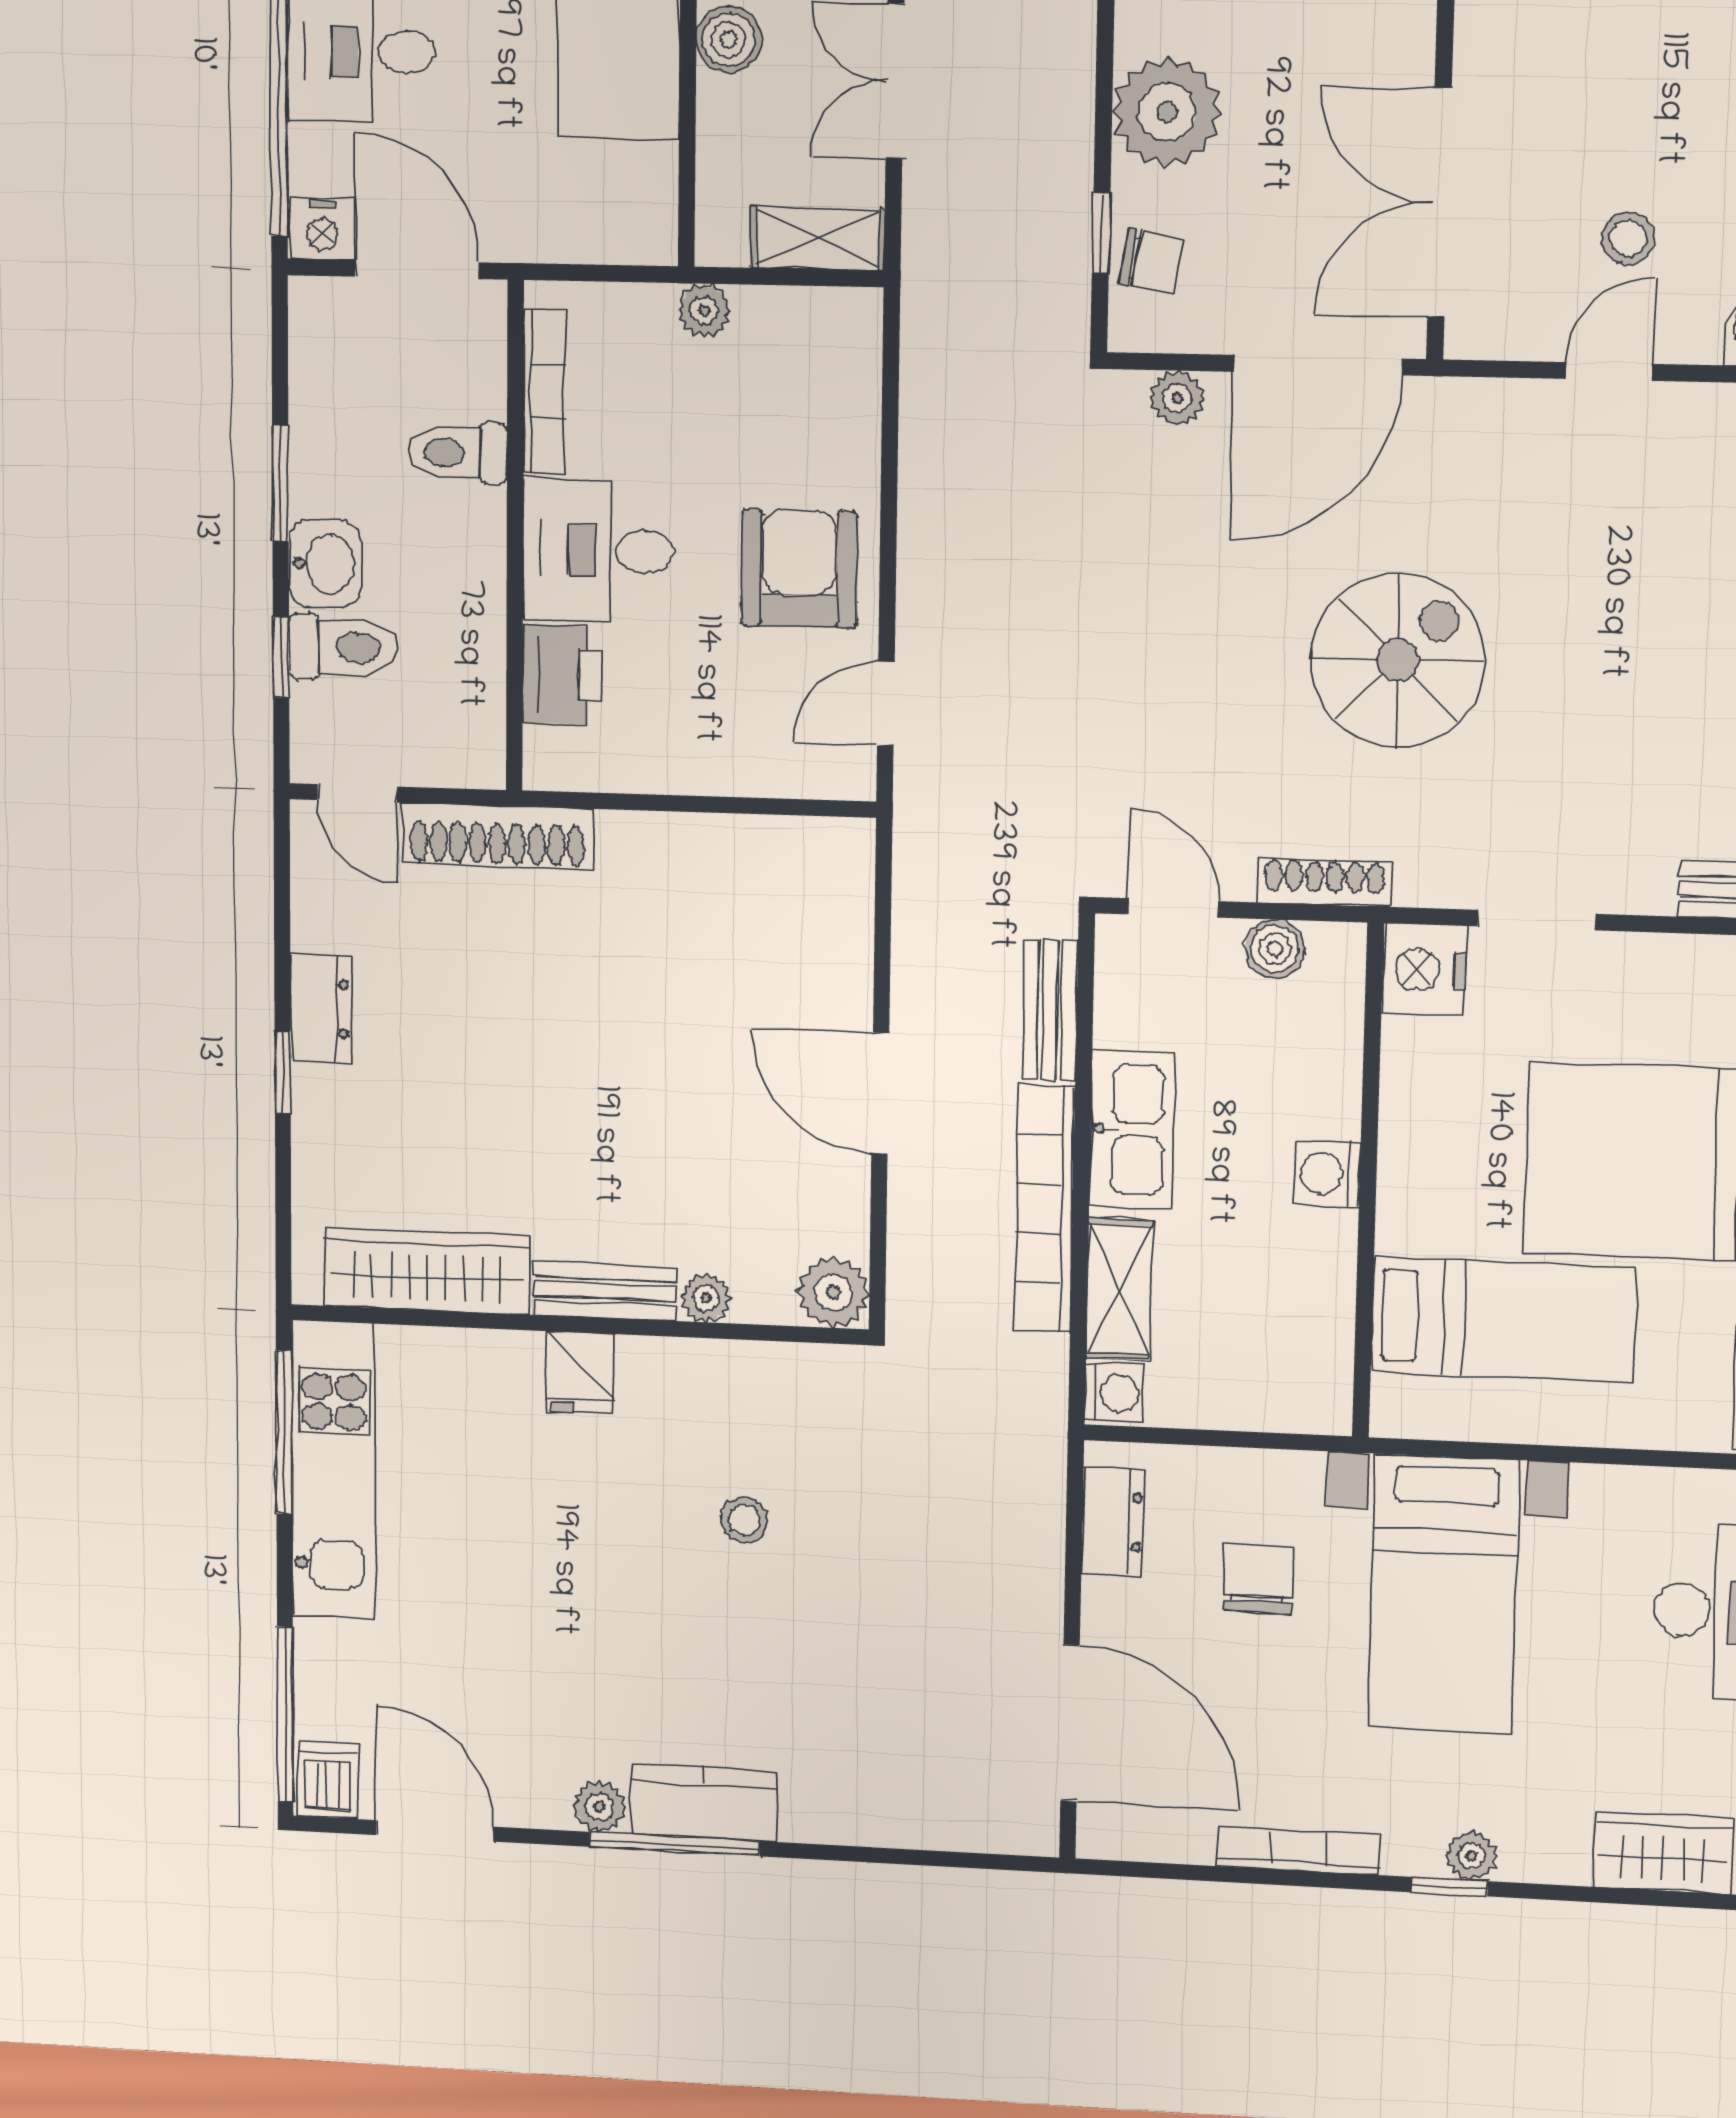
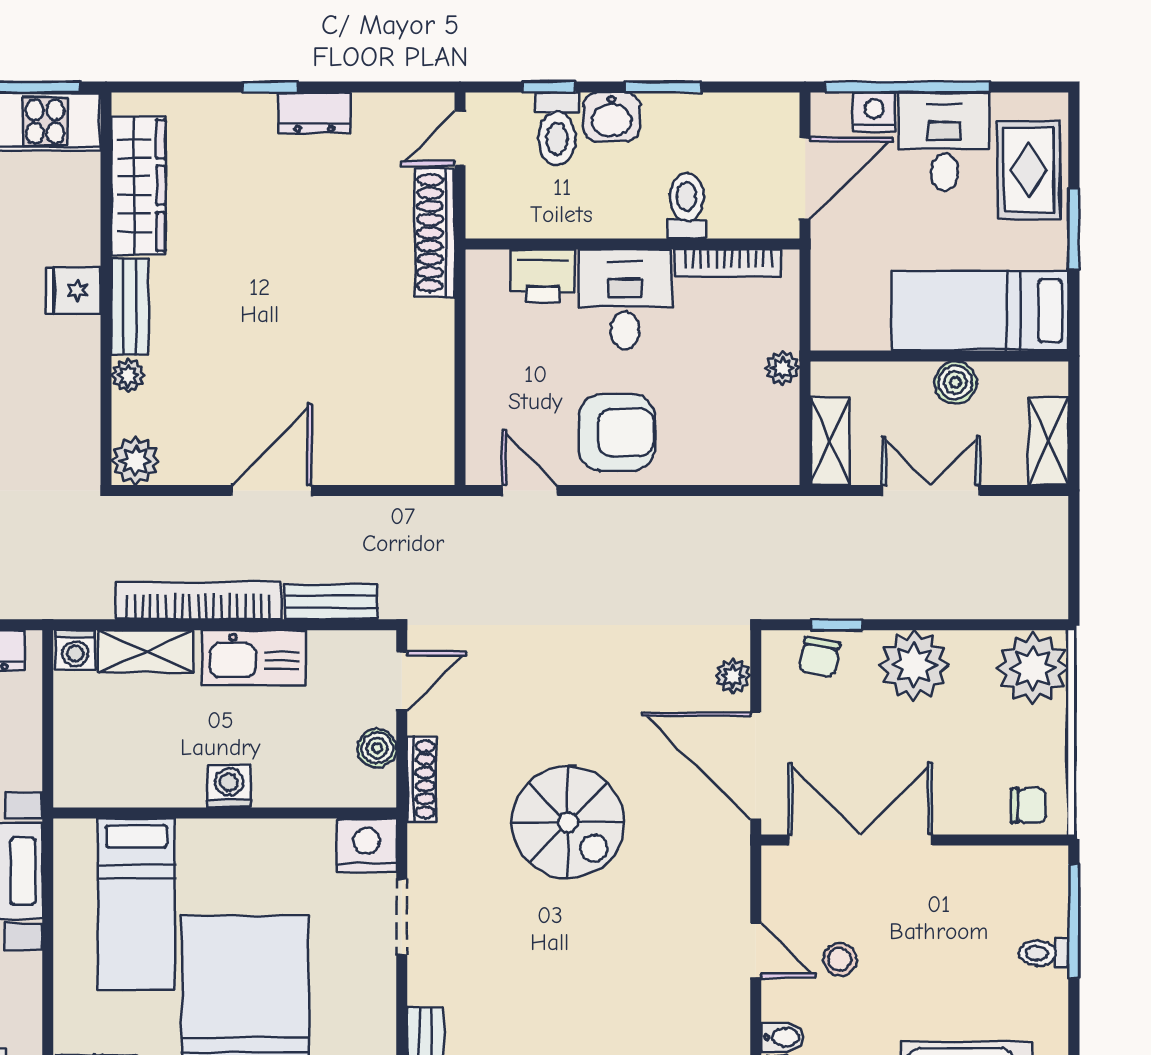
nightstand: (322, 229) -> (874, 112), moved, turned 90

